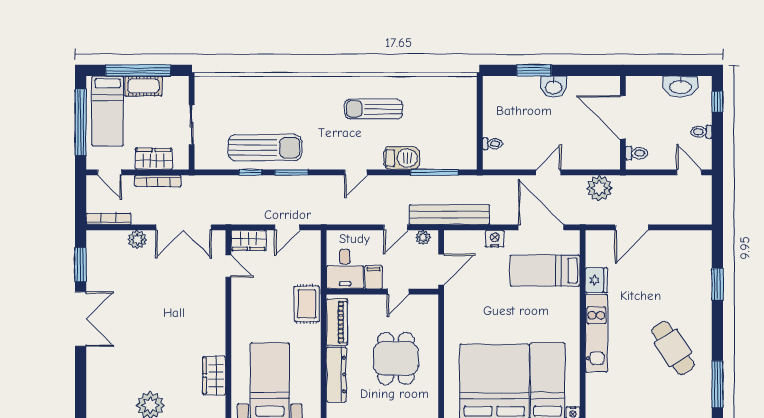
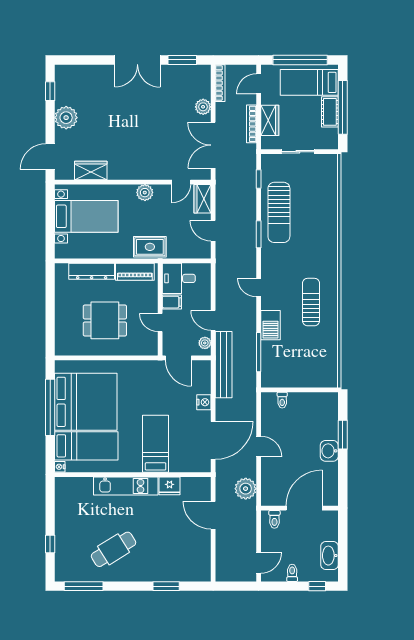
window: (251, 172) -> (259, 179), moved
bed: (545, 271) -> (156, 444), moved
plant: (241, 310) -> (145, 193), added

